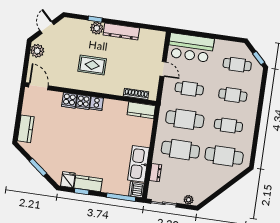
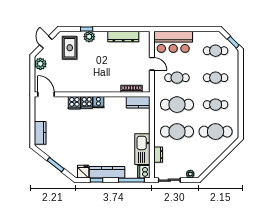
dresser: (121, 32) -> (123, 37), moved
rug: (92, 65) -> (70, 48), moved, turned 90
kitchen counter: (88, 183) -> (107, 172), width x1.50

